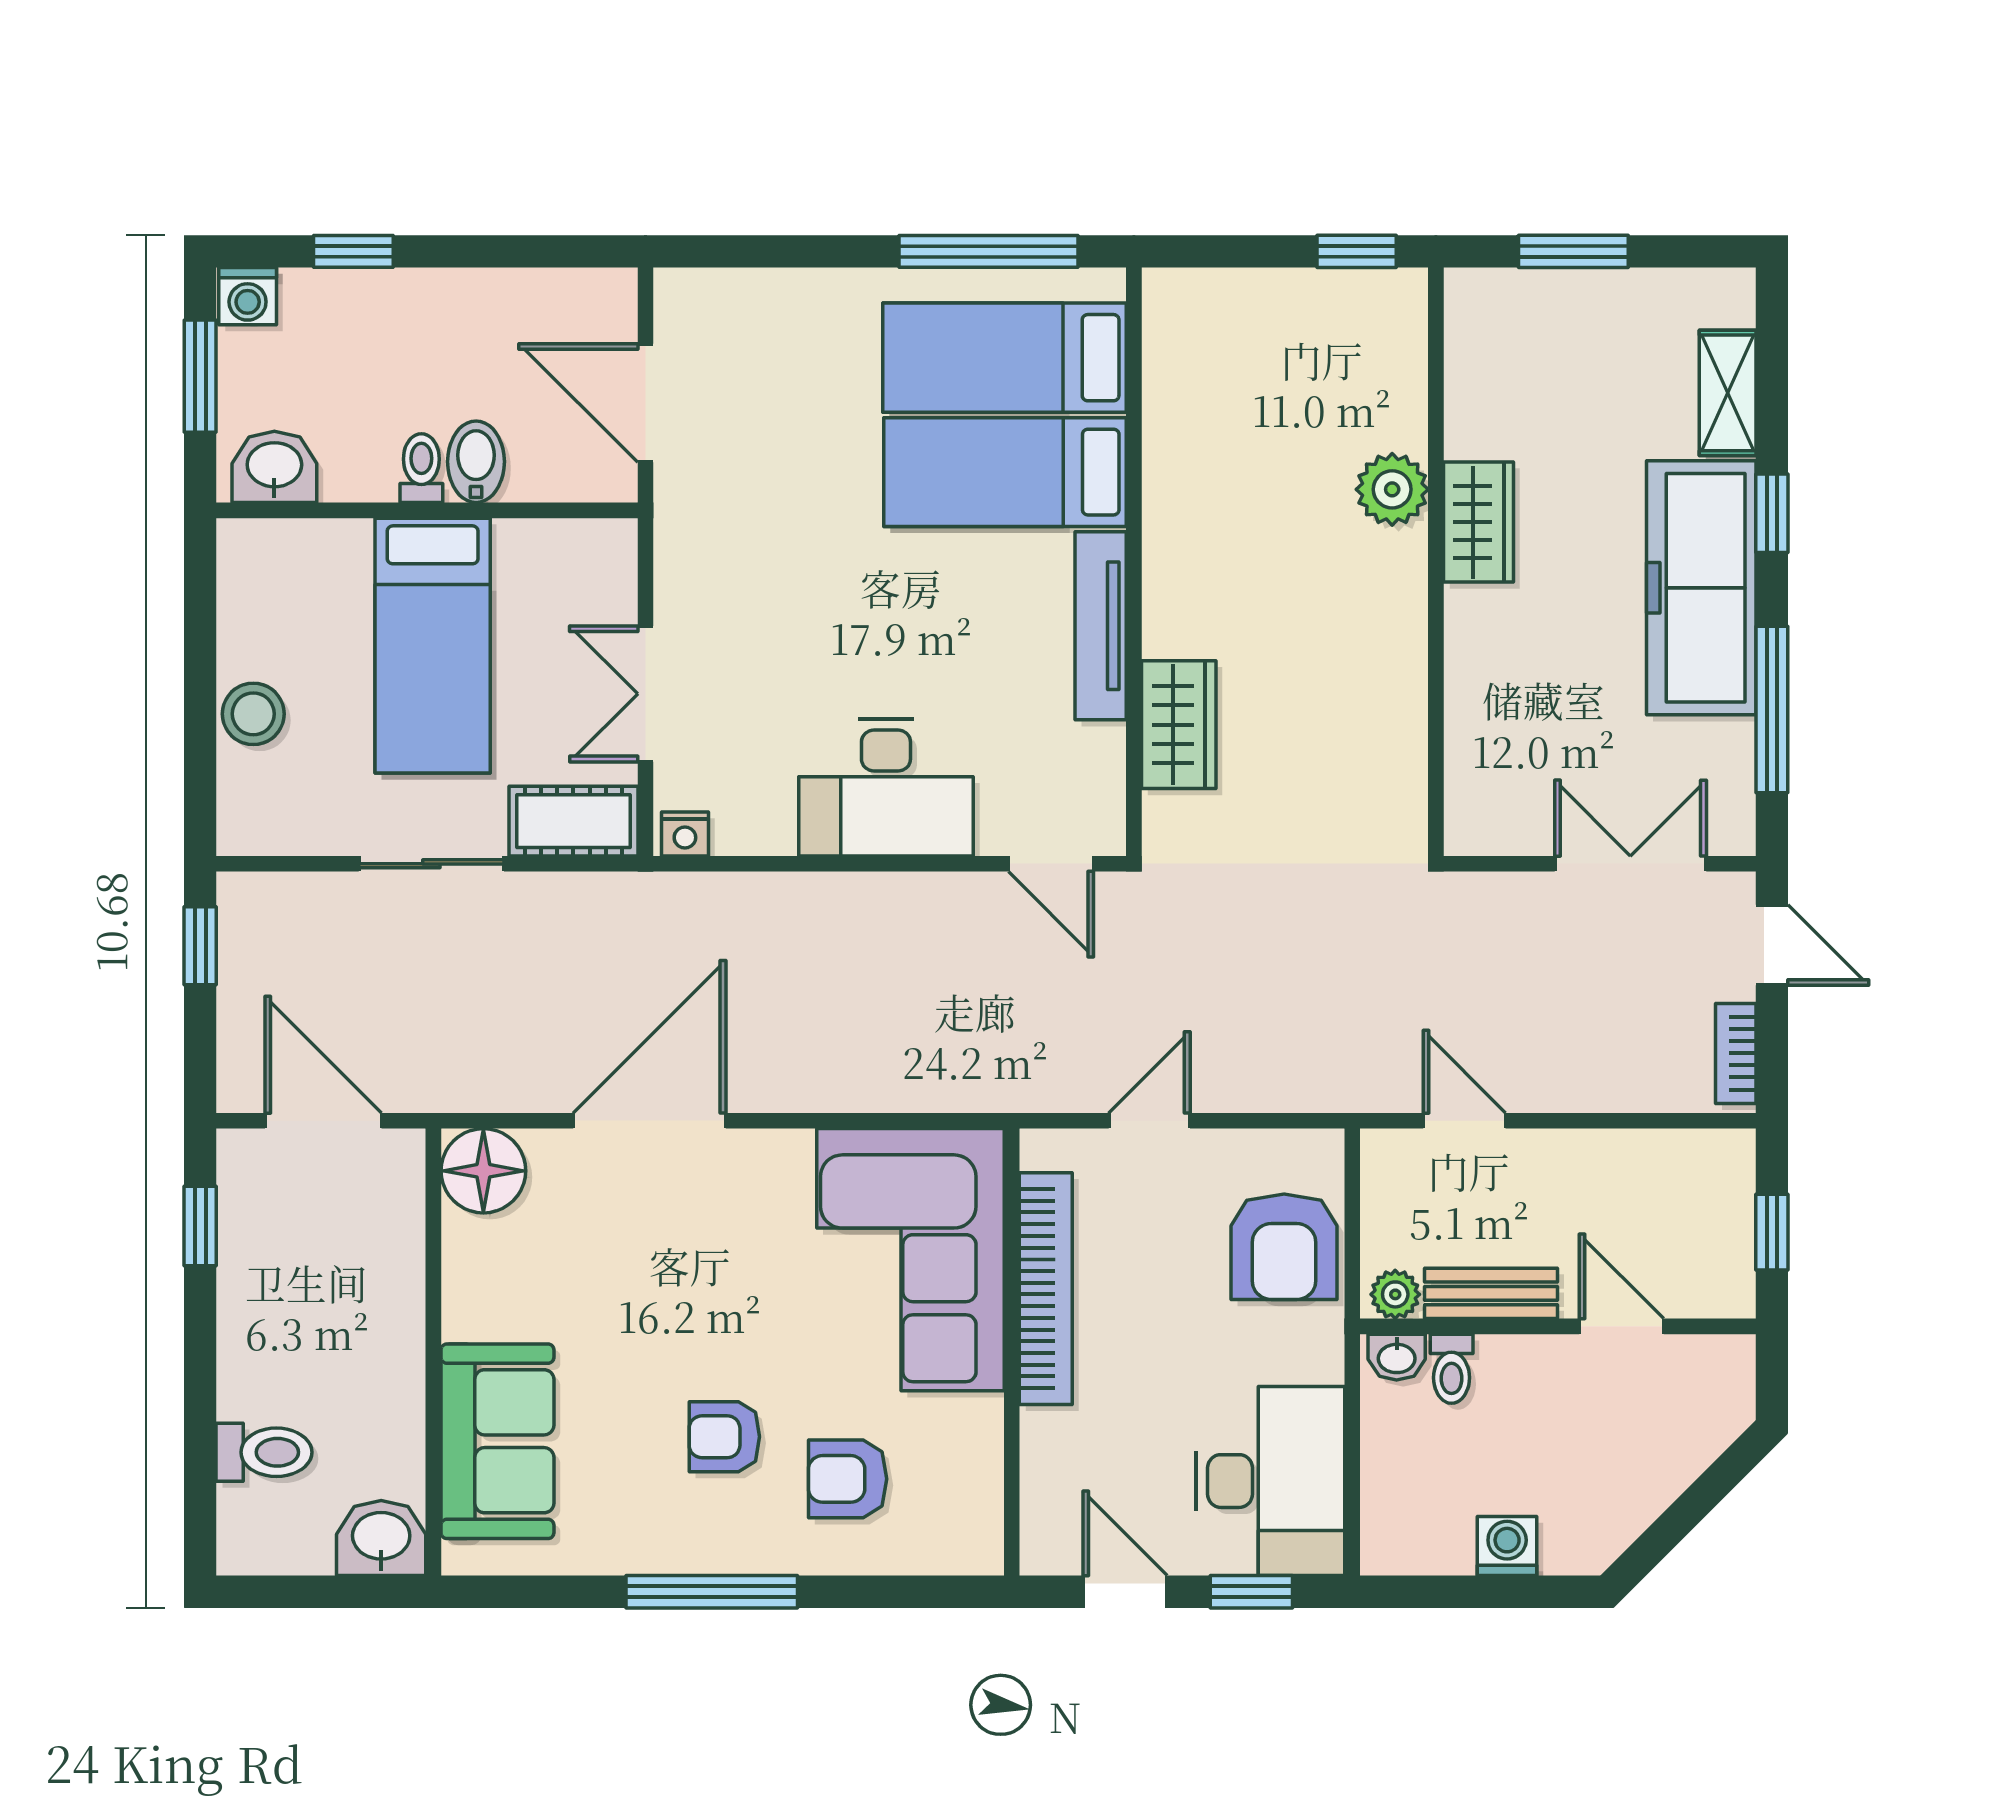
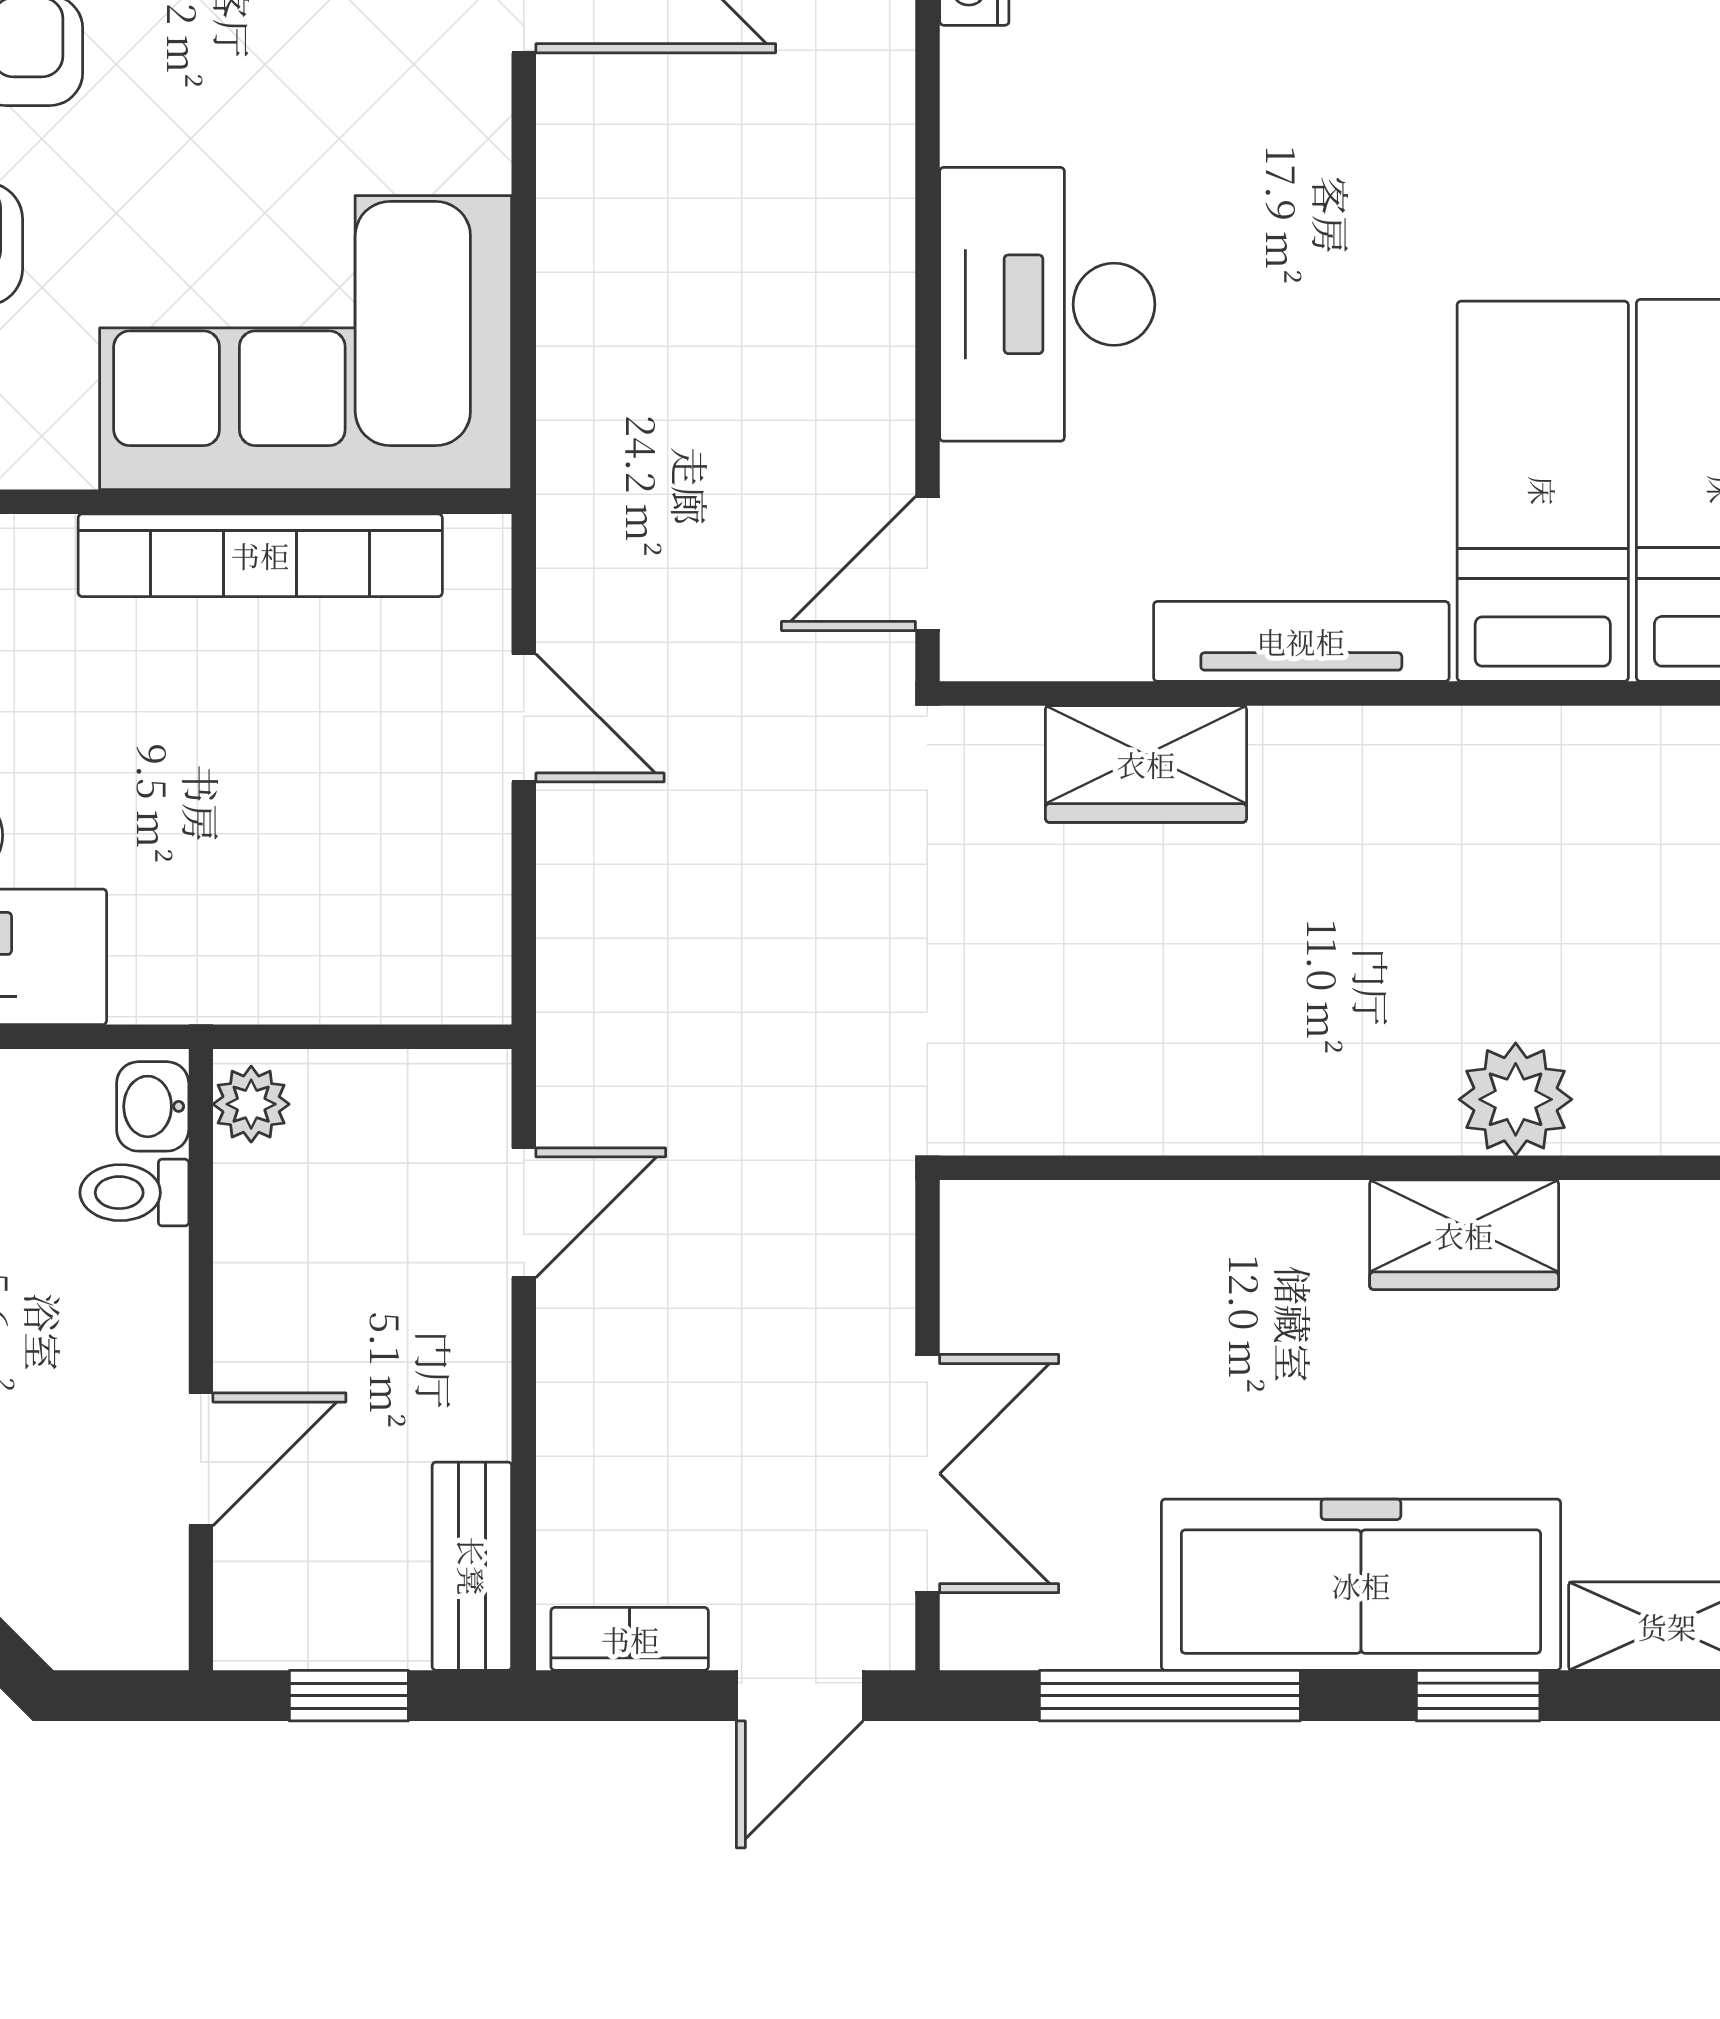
armchair: (1284, 1247) -> (326, 929), removed
bench: (1491, 1293) -> (472, 1566), moved

